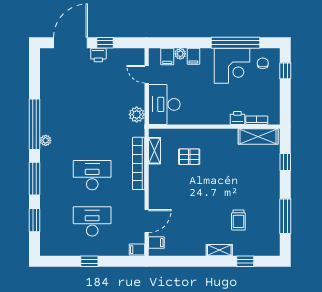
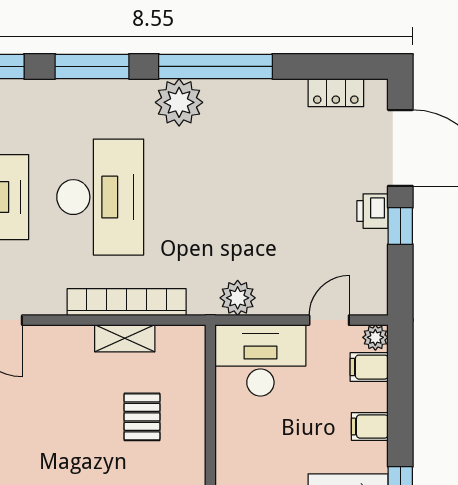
plant: (180, 54) -> (375, 337), moved
locker: (46, 71) -> (336, 93), added
plant: (46, 140) -> (179, 102), width x1.88, depth x1.88
shelving: (155, 151) -> (125, 338), moved
desk: (92, 175) -> (100, 197), width x1.36, depth x1.30

